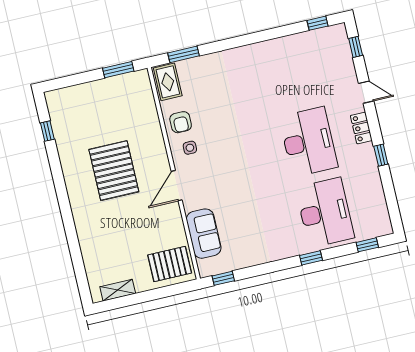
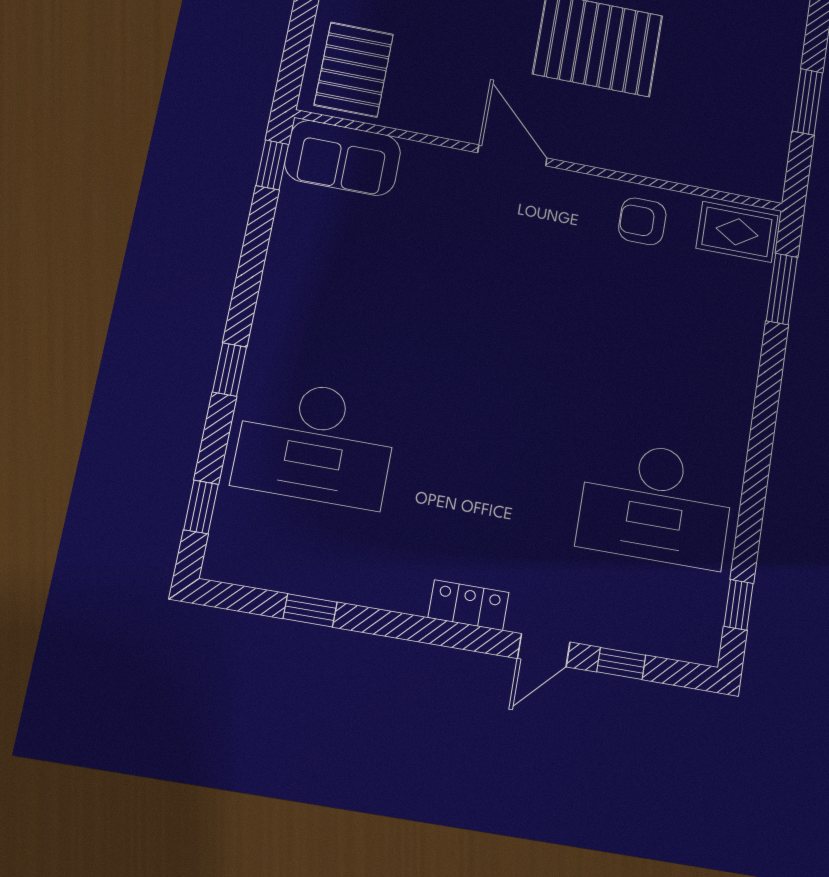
window: (356, 47) -> (621, 664), moved
window: (118, 70) -> (808, 102), moved
desk: (308, 142) -> (656, 504), moved
side table: (190, 148) -> (581, 217), removed
window: (381, 155) -> (310, 610), moved
sofa: (204, 234) -> (343, 158), moved

